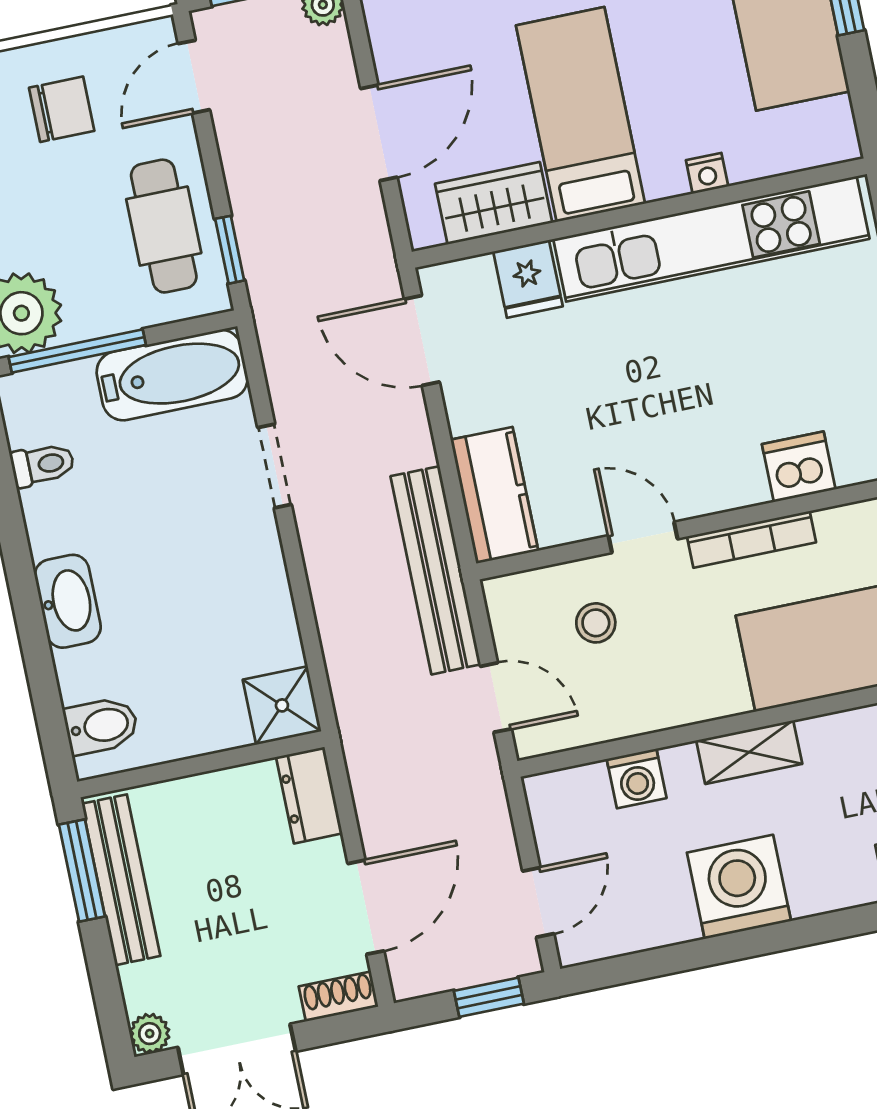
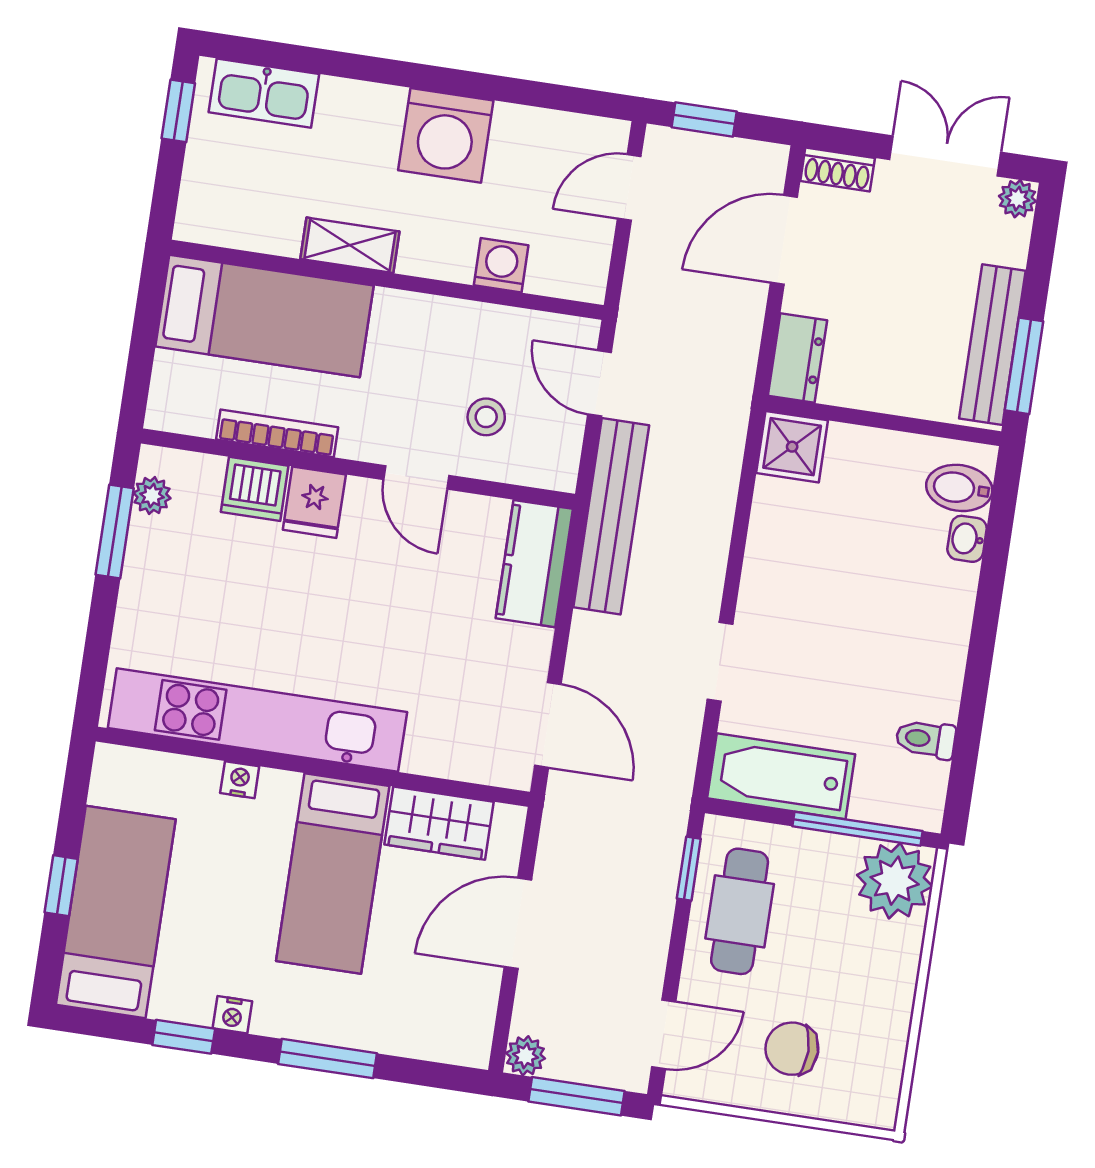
fridge: (528, 279) -> (314, 502), moved, turned 180
bookcase: (751, 539) -> (277, 433), moved
washbasin: (68, 601) -> (967, 539), moved, width x0.52, depth x0.69
shelving: (749, 752) -> (350, 245), moved

